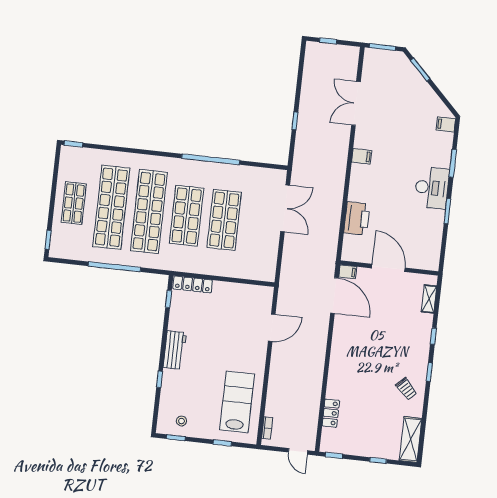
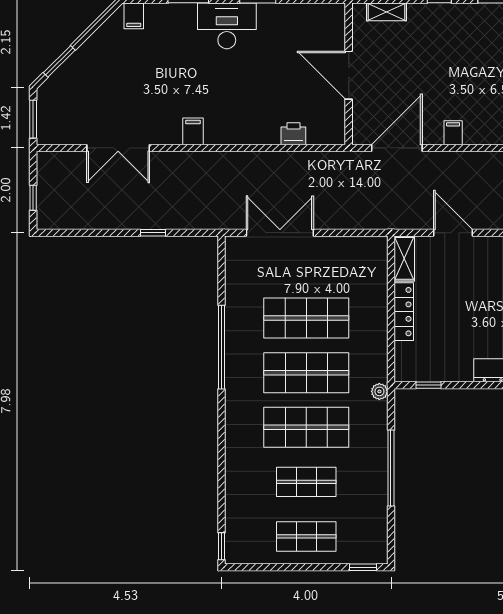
shop shelf: (111, 207) -> (306, 482), width x0.50, depth x0.74
shop shelf: (149, 212) -> (306, 427), width x0.71
printer: (357, 218) -> (293, 134), width x0.53, depth x0.68
plant: (168, 265) -> (379, 391), added
door: (388, 268) -> (349, 75), hinge flipped
filing cabinet: (348, 272) -> (453, 133), moved
locker: (193, 284) -> (404, 312), moved
shelving: (258, 292) -> (404, 258), added

